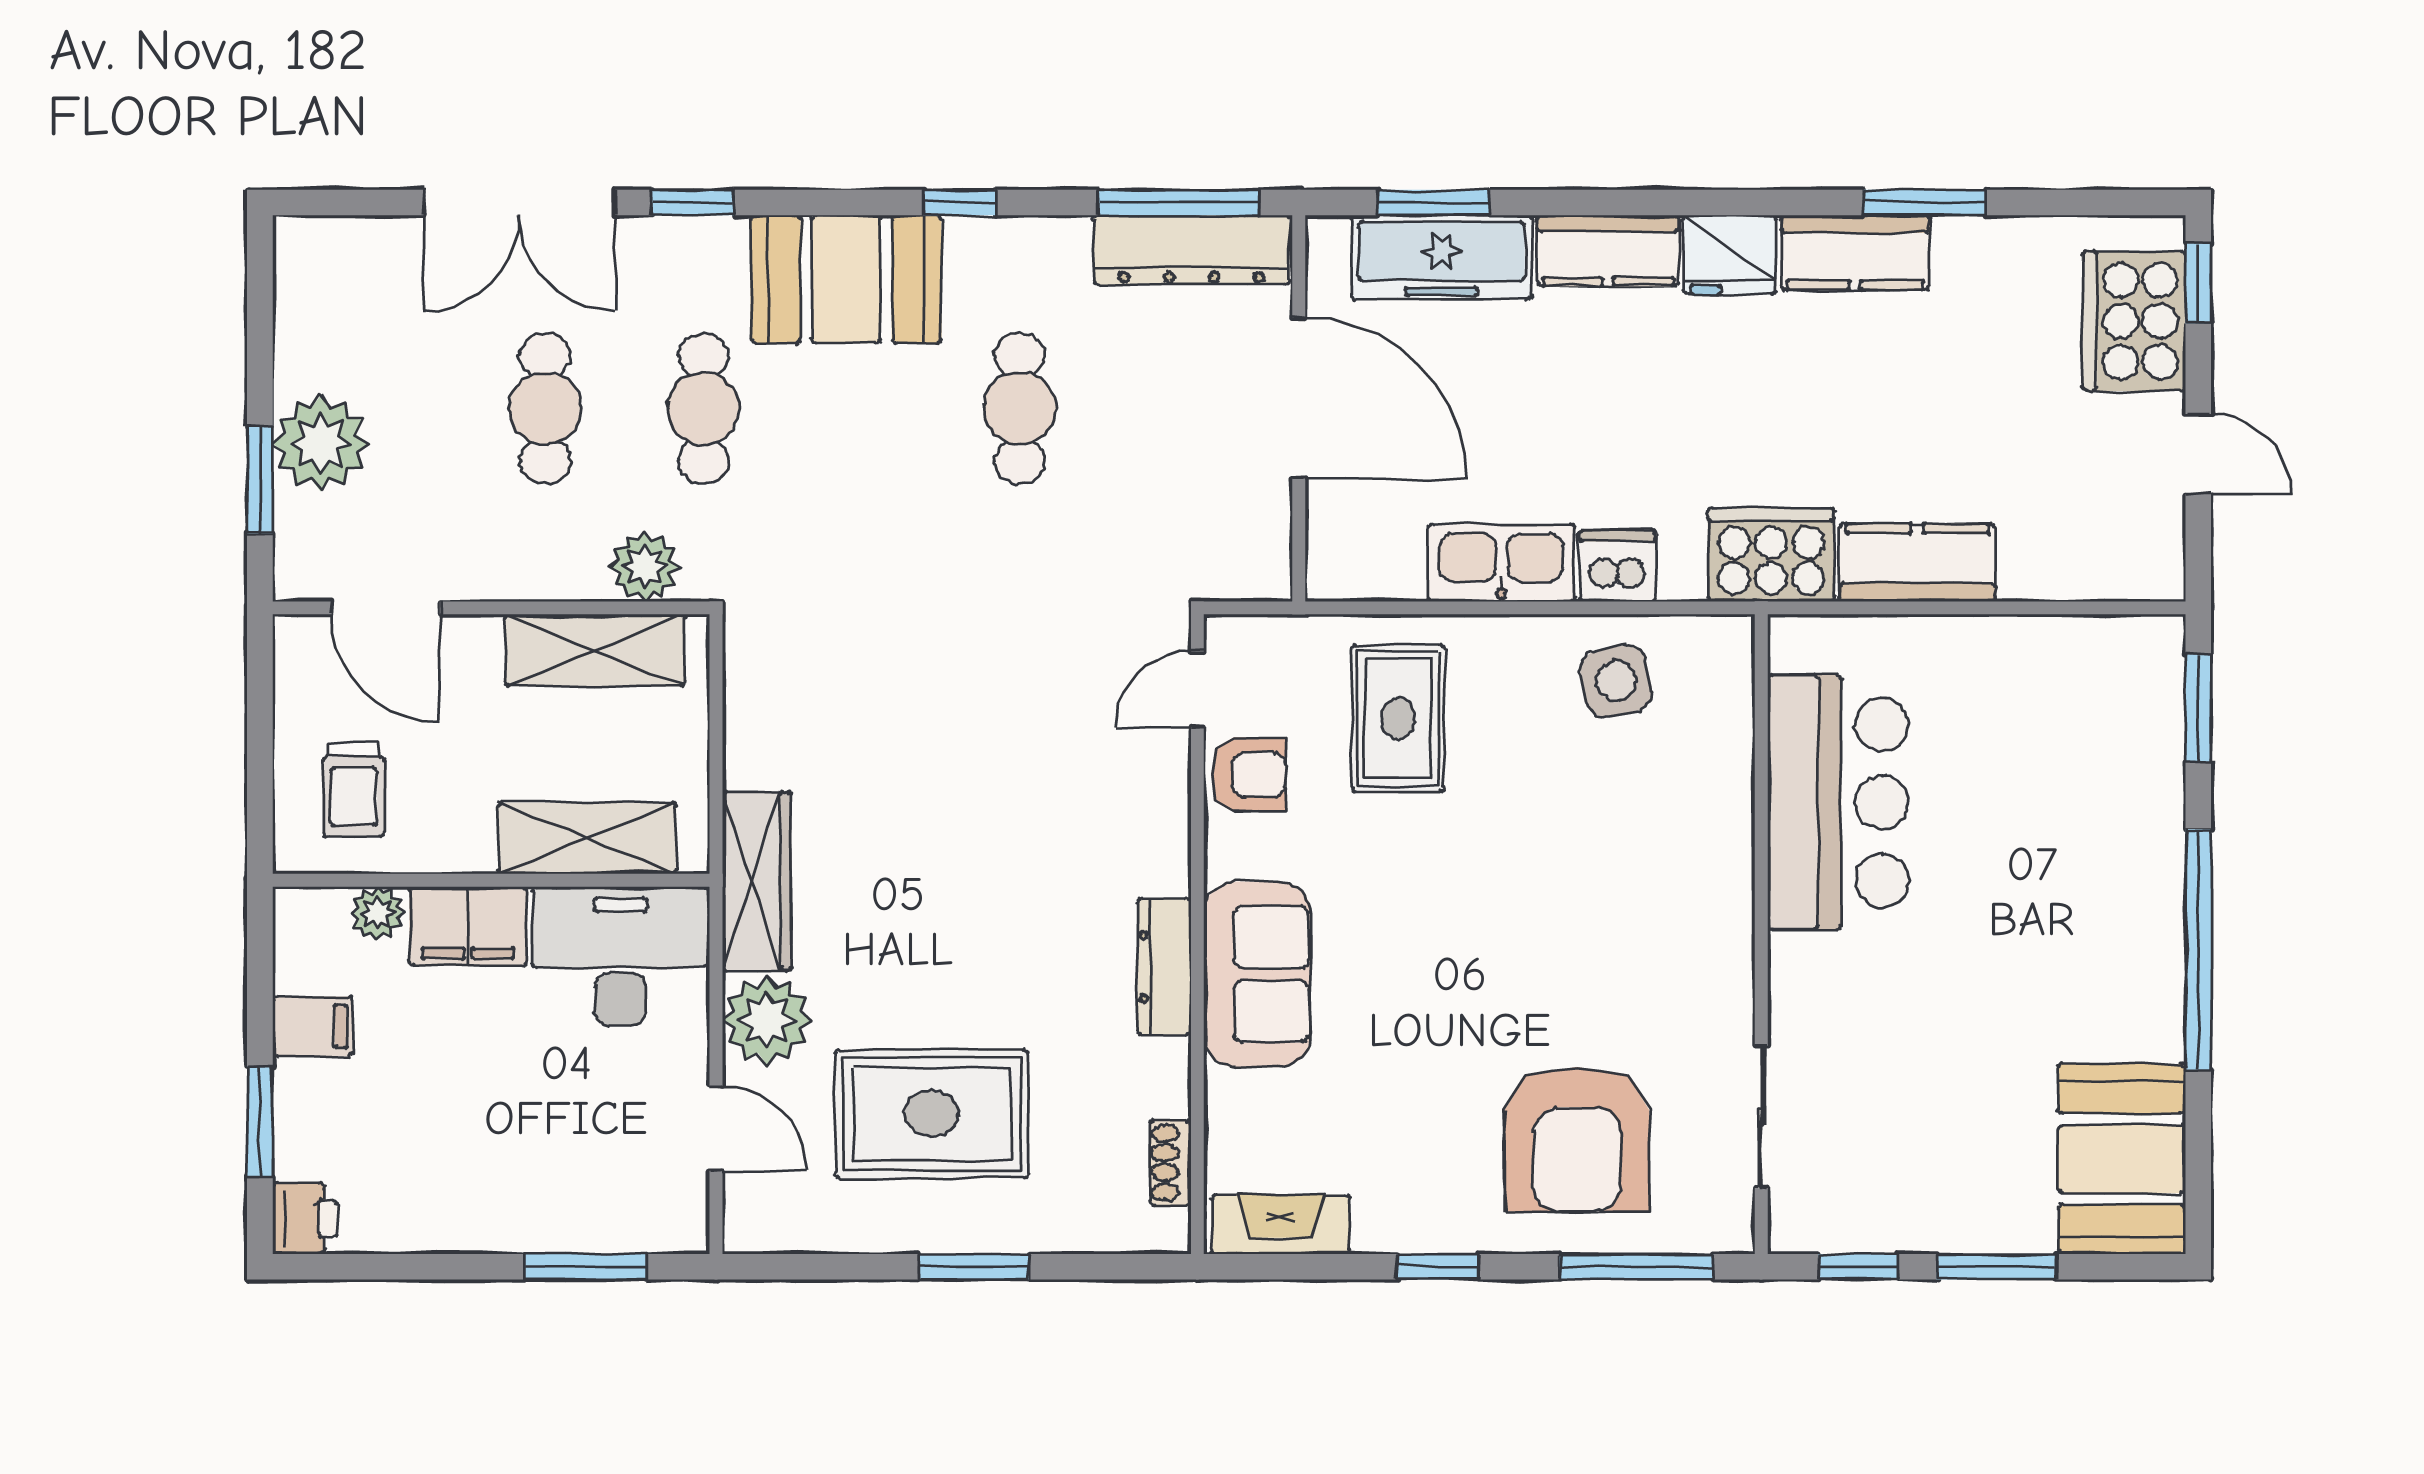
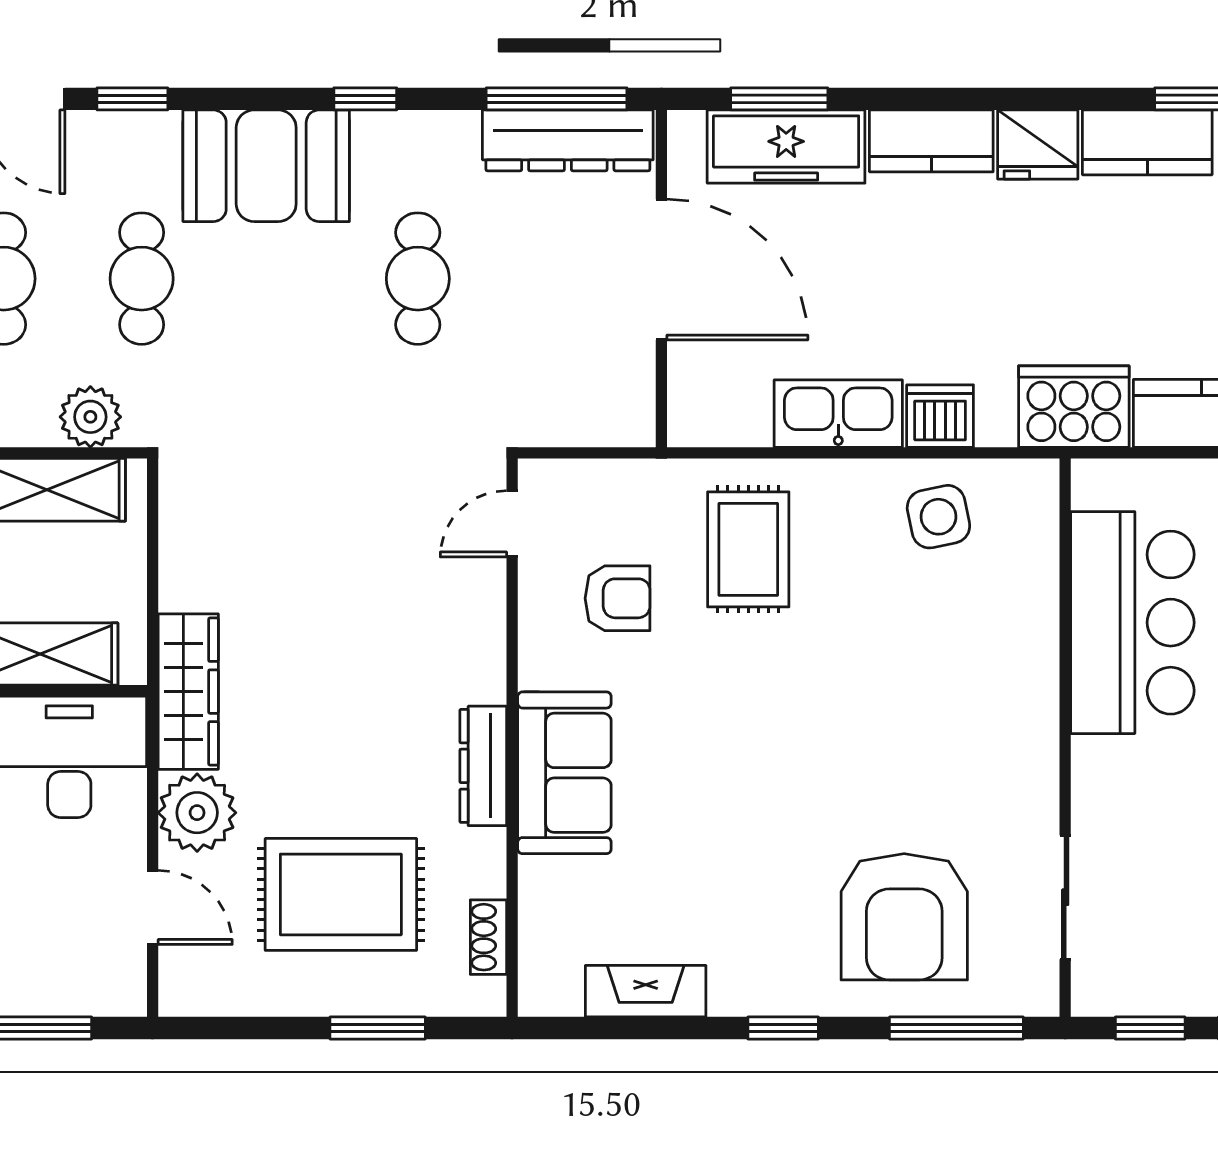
door: (1197, 689) -> (512, 524), moved
wall: (1197, 934) -> (512, 738), moved
dresser: (1164, 967) -> (483, 766), moved
sofa: (1257, 974) -> (564, 773), moved
shoe rack: (1170, 1163) -> (488, 937), moved

